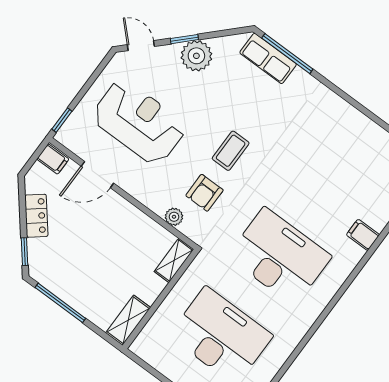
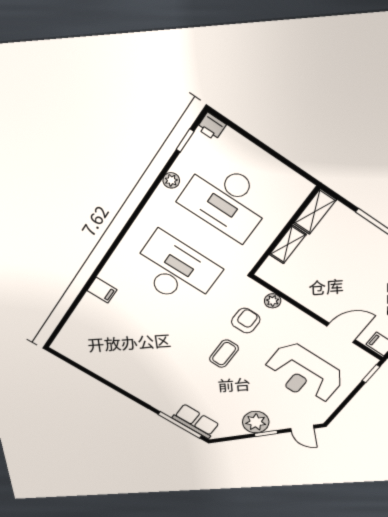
desk: (280, 256) -> (175, 271), turned 180
shelving: (174, 260) -> (288, 244), moved
plant: (277, 359) -> (171, 180), added

